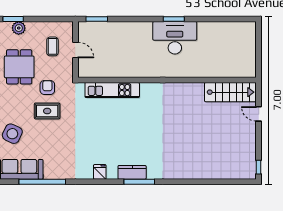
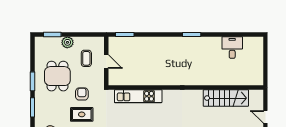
plant: (19, 28) -> (67, 42), moved
desk: (175, 38) -> (232, 47), moved, width x0.53, depth x0.77
stairs: (230, 92) -> (226, 98), moved

